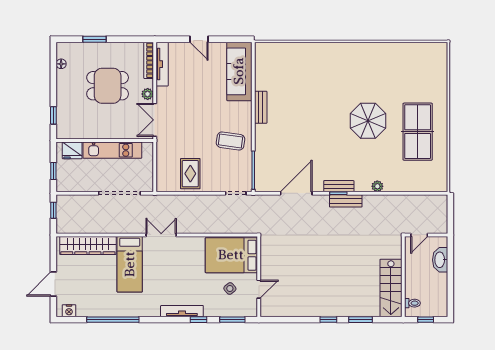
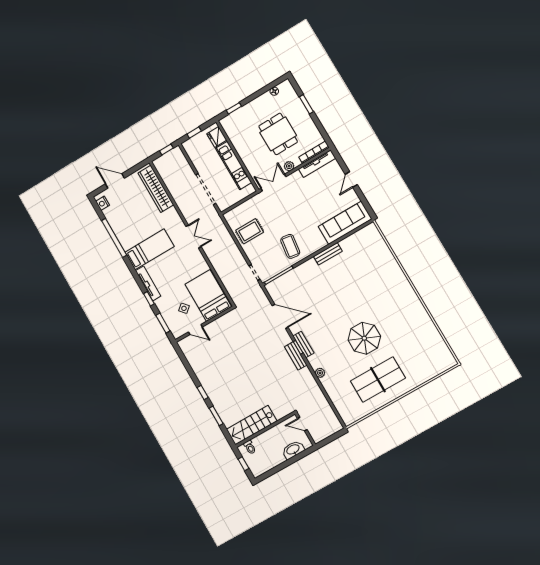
bed: (130, 264) -> (149, 249), moved, turned 180

